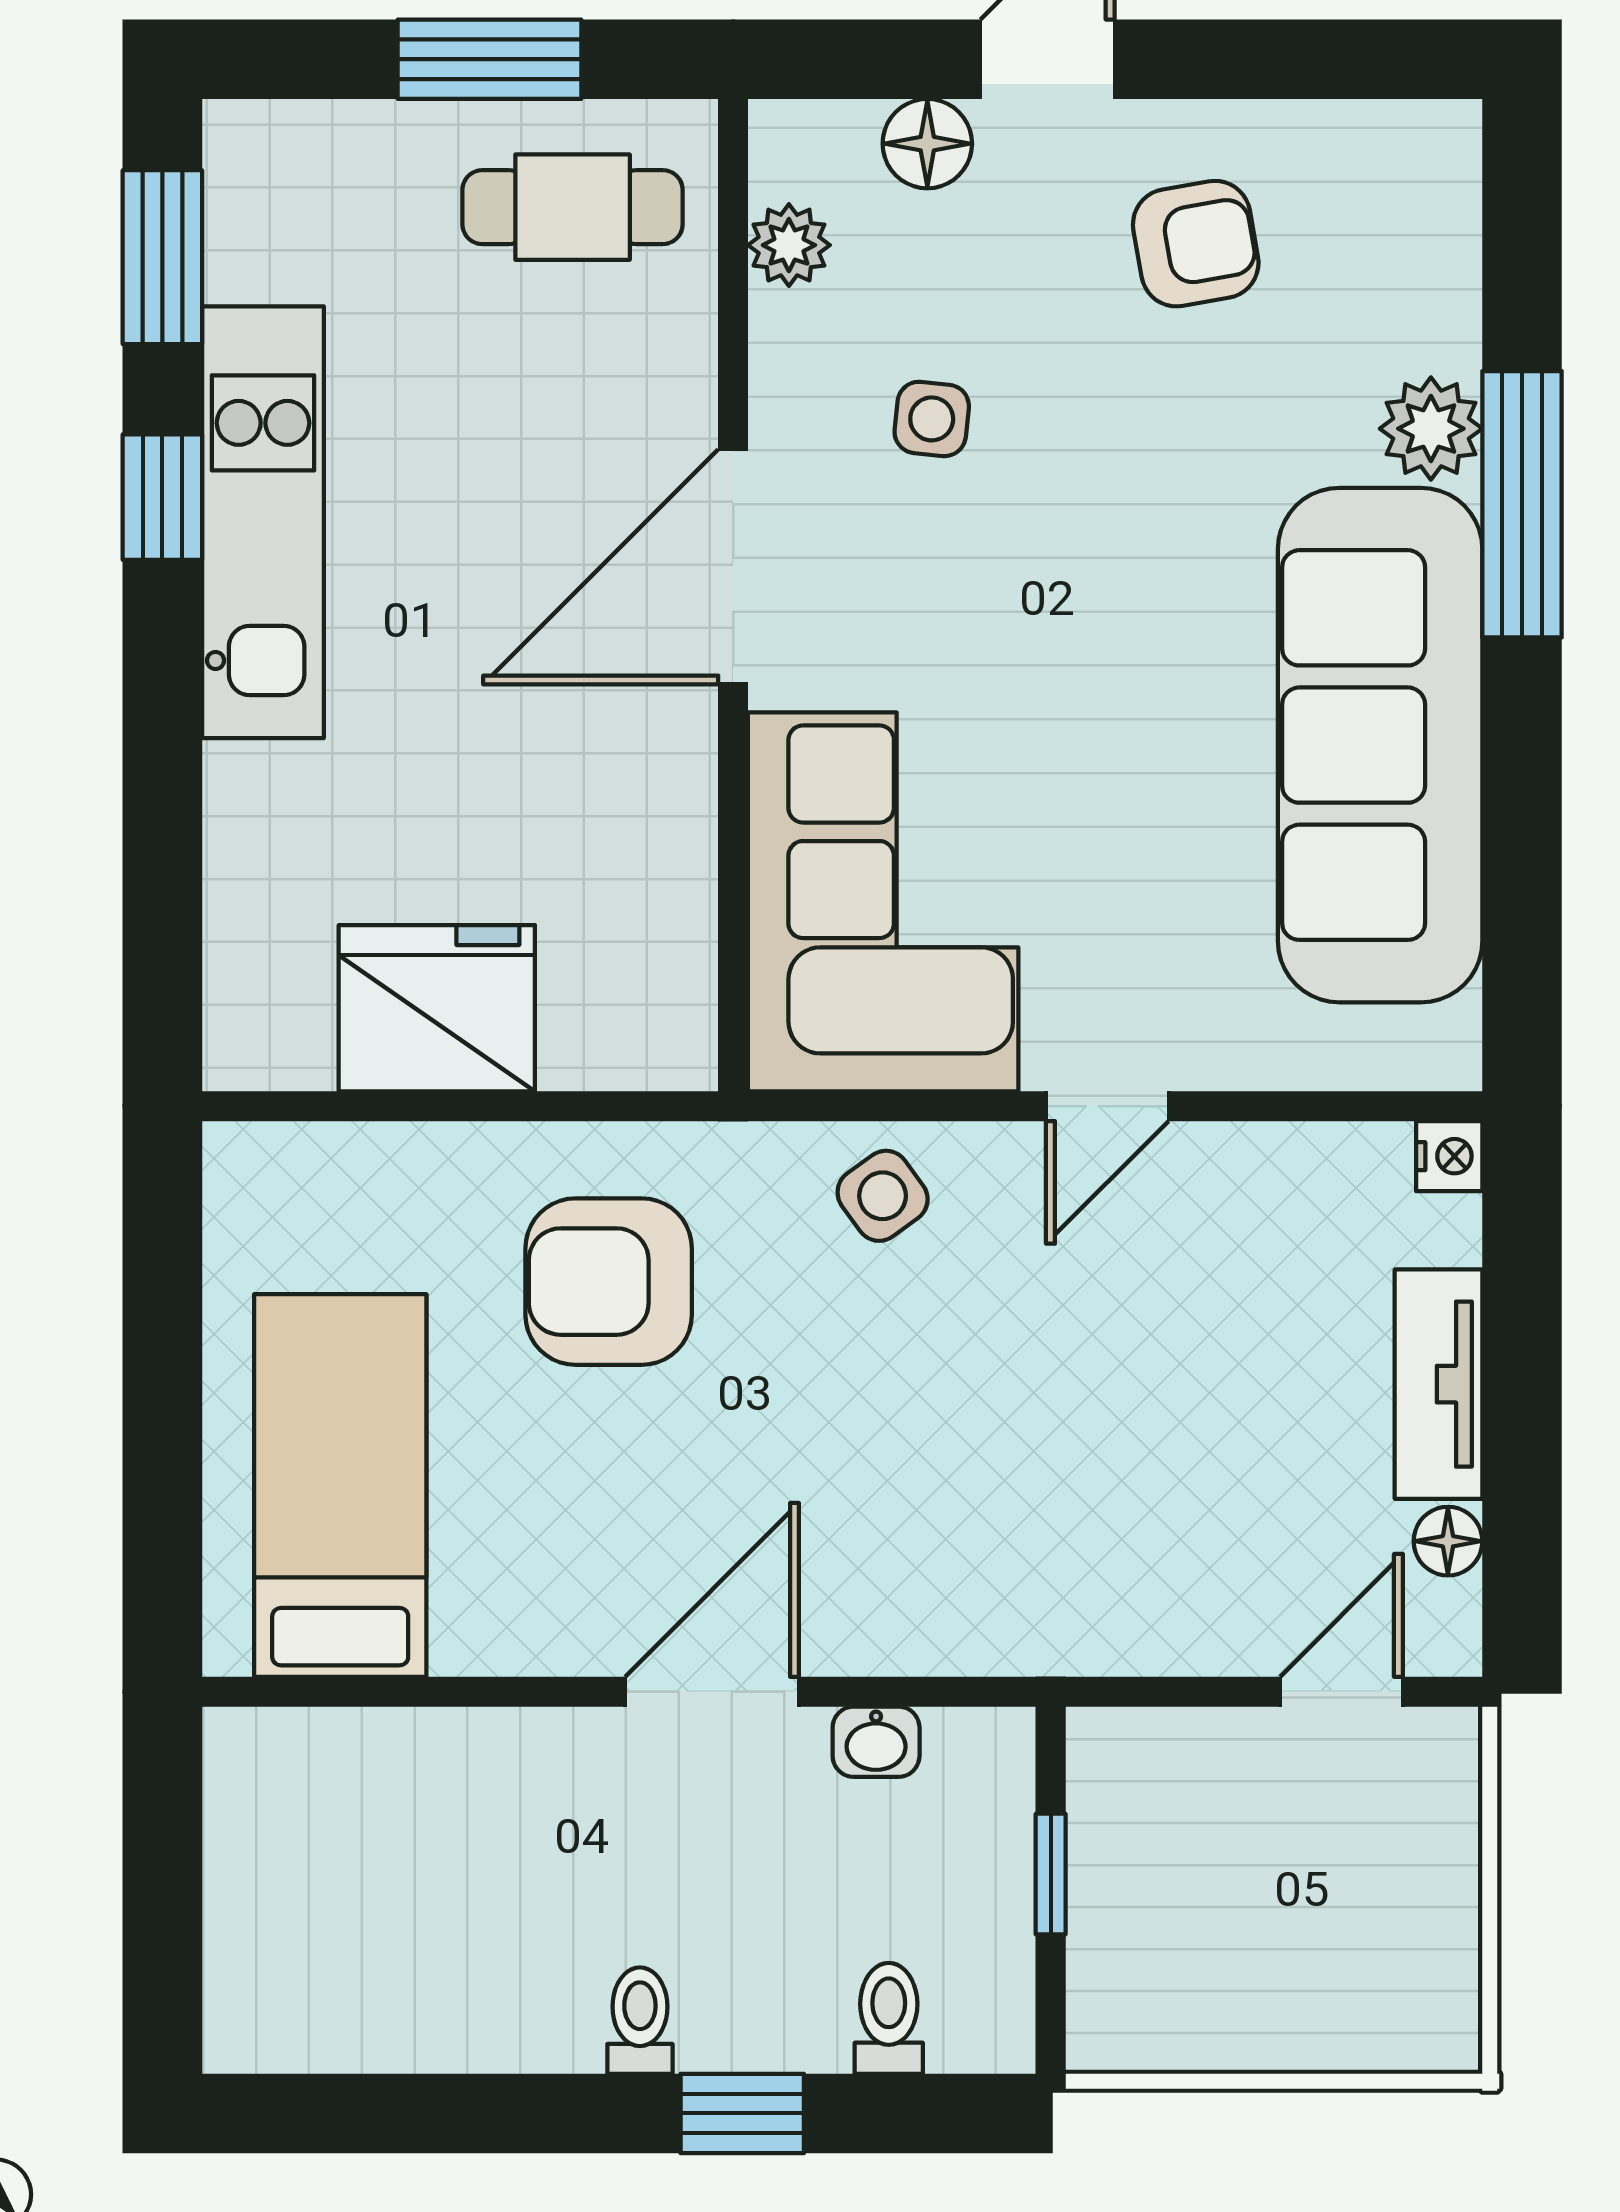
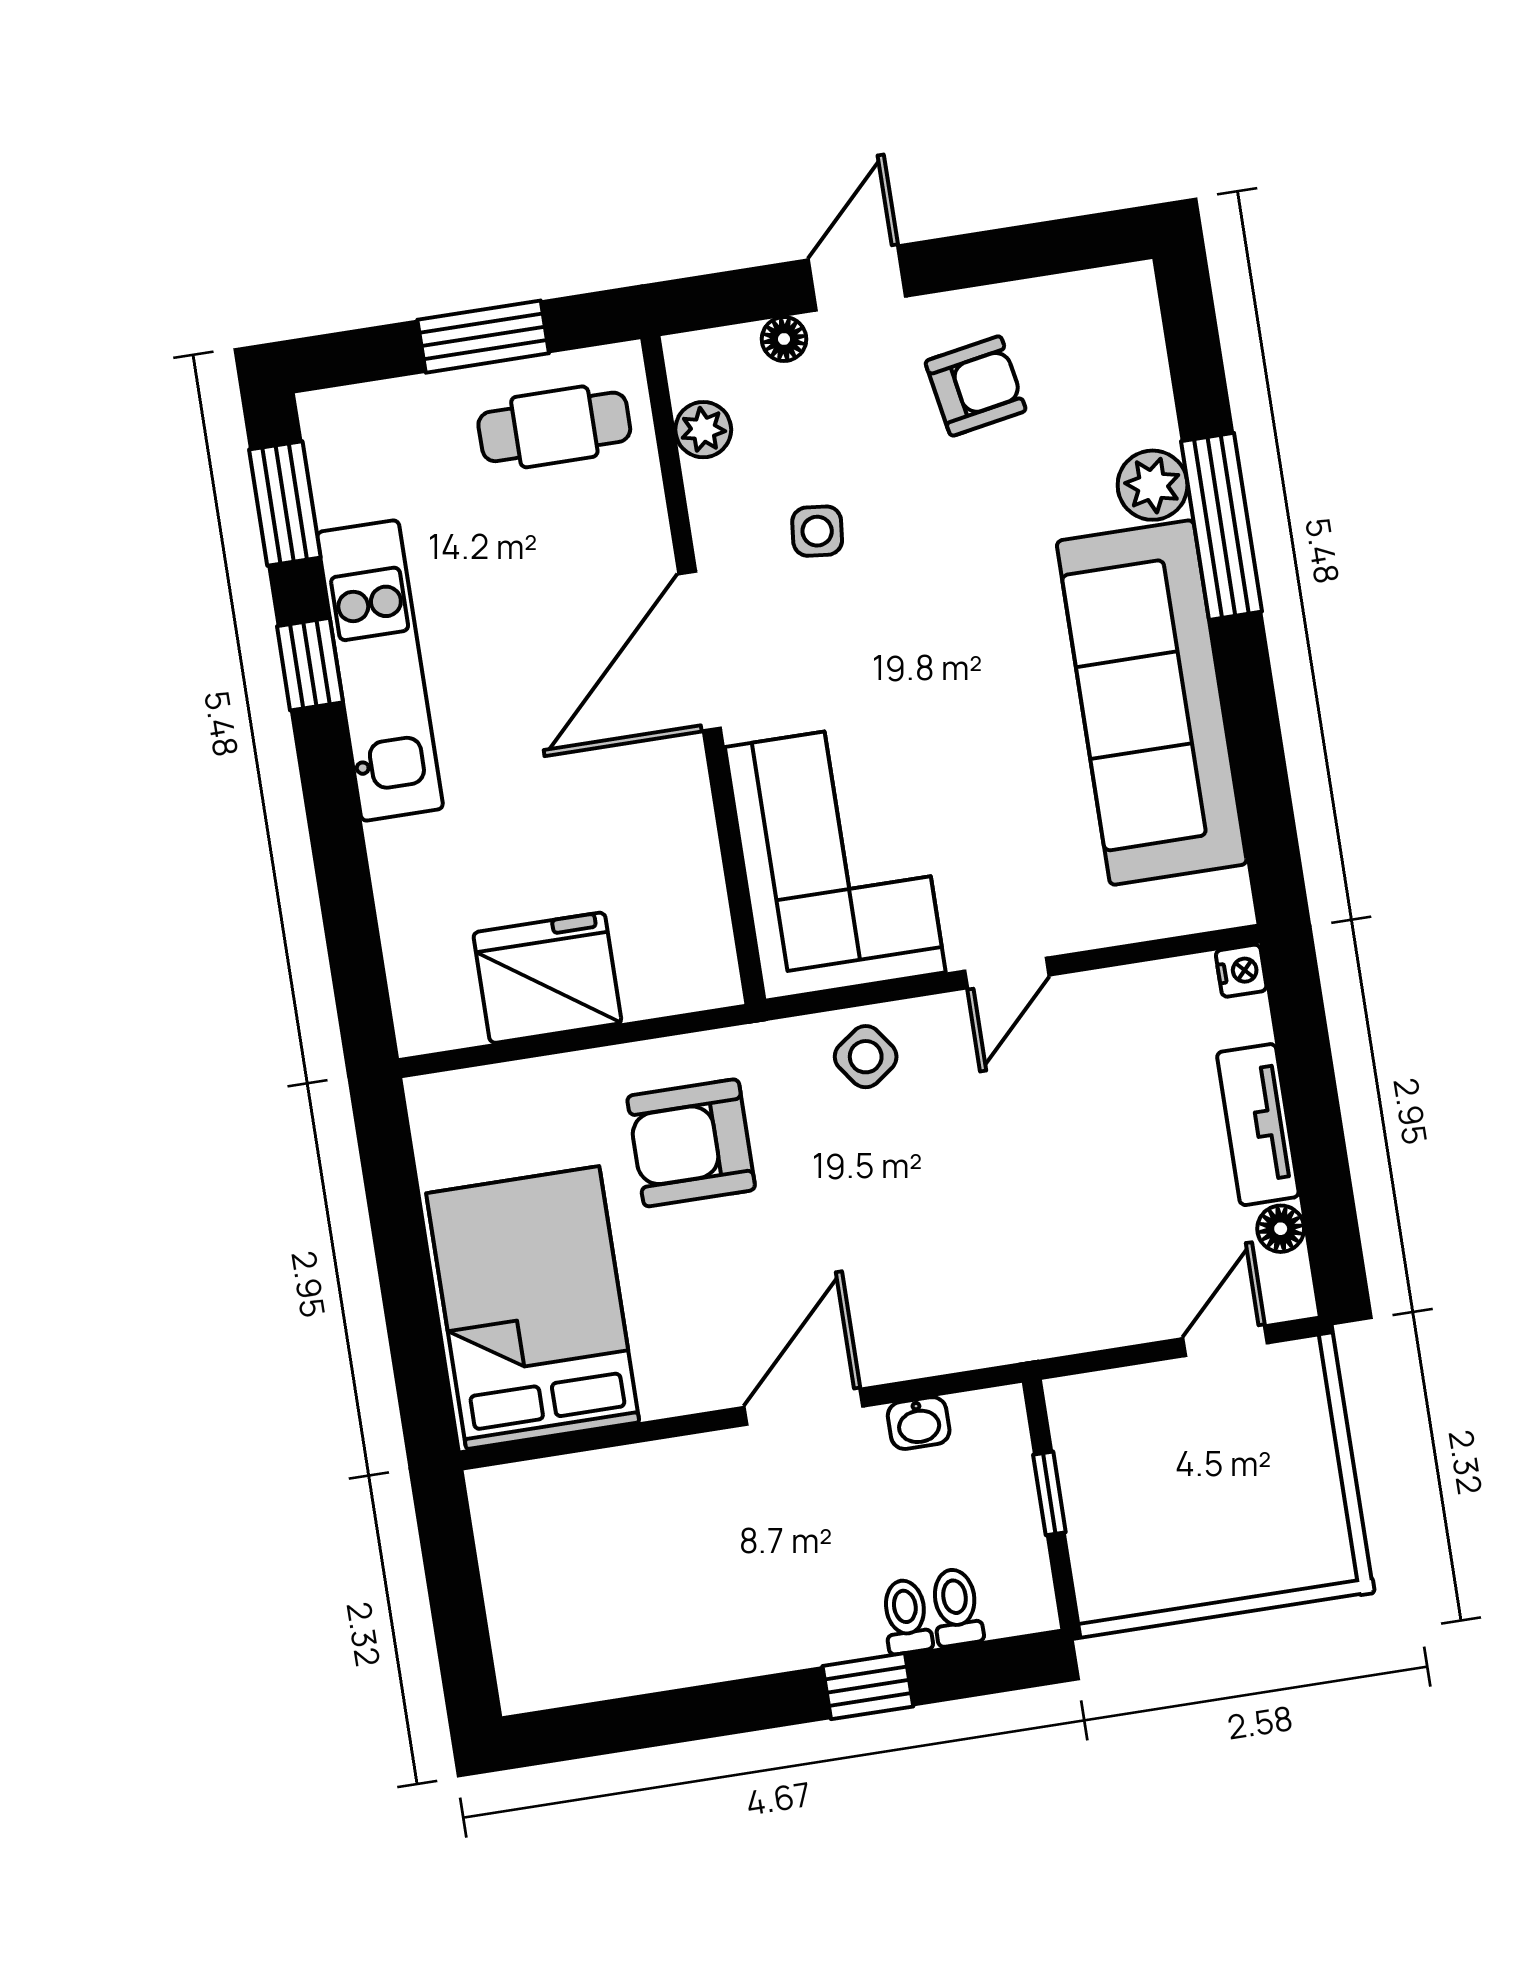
floor lamp: (927, 144) -> (784, 339), width x0.73, depth x0.73
bed: (340, 1485) -> (533, 1308), width x1.50
toilet: (640, 2021) -> (906, 1616), moved

